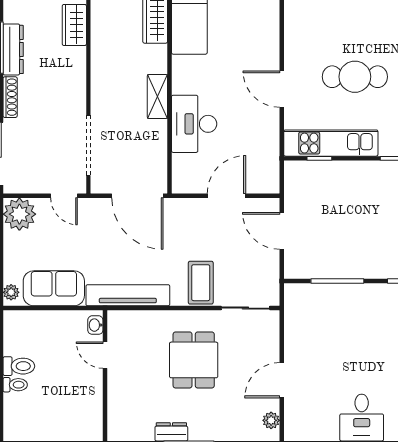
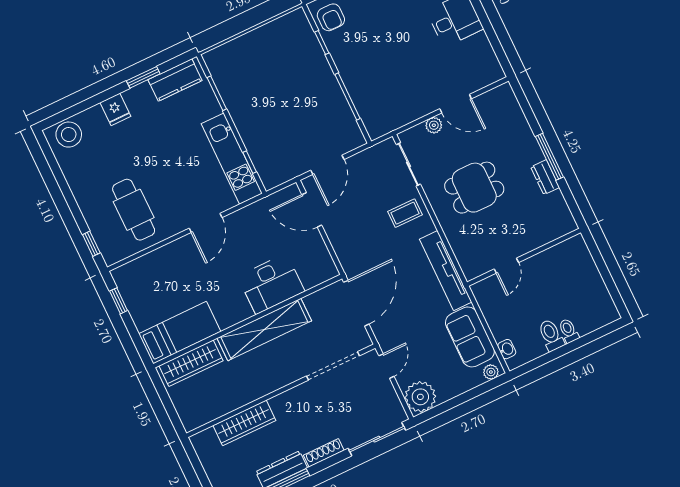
wardrobe: (74, 25) -> (244, 423), width x1.50
cafe table: (355, 77) -> (134, 210), moved
shelving: (157, 97) -> (264, 329), width x2.20, depth x1.33
door: (226, 196) -> (312, 210), moved
coffee table: (201, 283) -> (405, 213), width x0.73, depth x0.77
washbasin: (95, 325) -> (507, 349), moved, turned -90
plant: (271, 420) -> (434, 125), moved

